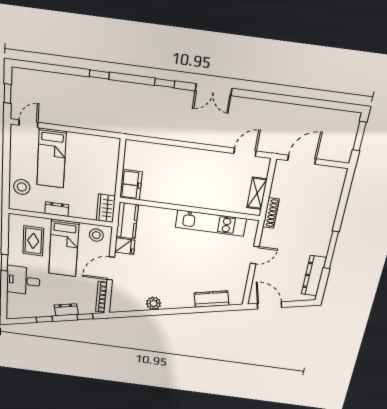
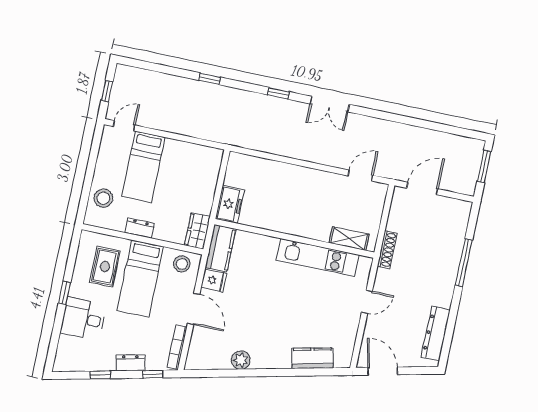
shelving: (257, 193) -> (349, 239), moved, turned 90
window: (331, 250) -> (464, 263), moved
door: (111, 268) -> (194, 309), swing flipped

